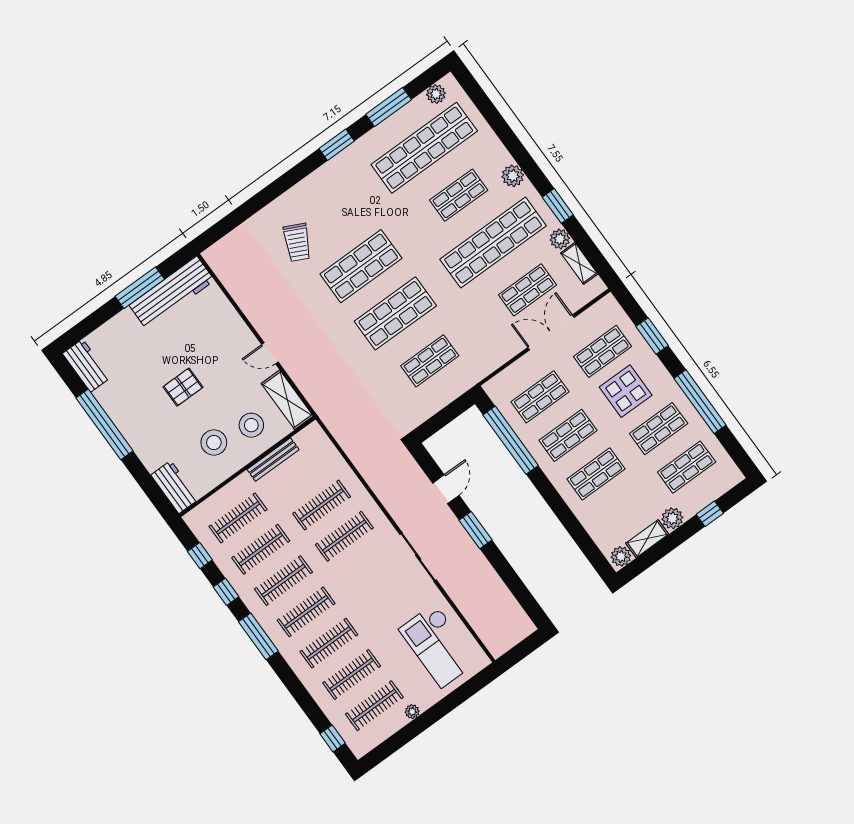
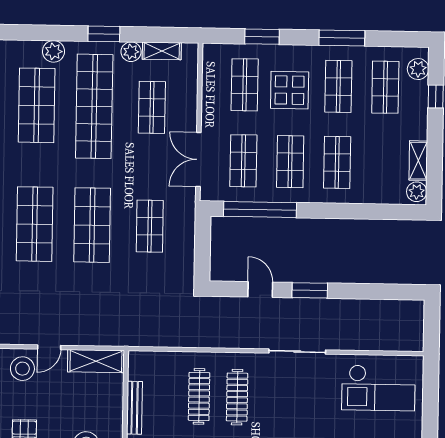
shop shelf: (459, 195) -> (37, 105), width x1.43, depth x1.36
double door: (551, 332) -> (198, 159), moved
window: (700, 402) -> (342, 38), width x0.68
stool: (251, 425) -> (22, 369), moved
plant: (672, 518) -> (418, 69), moved

